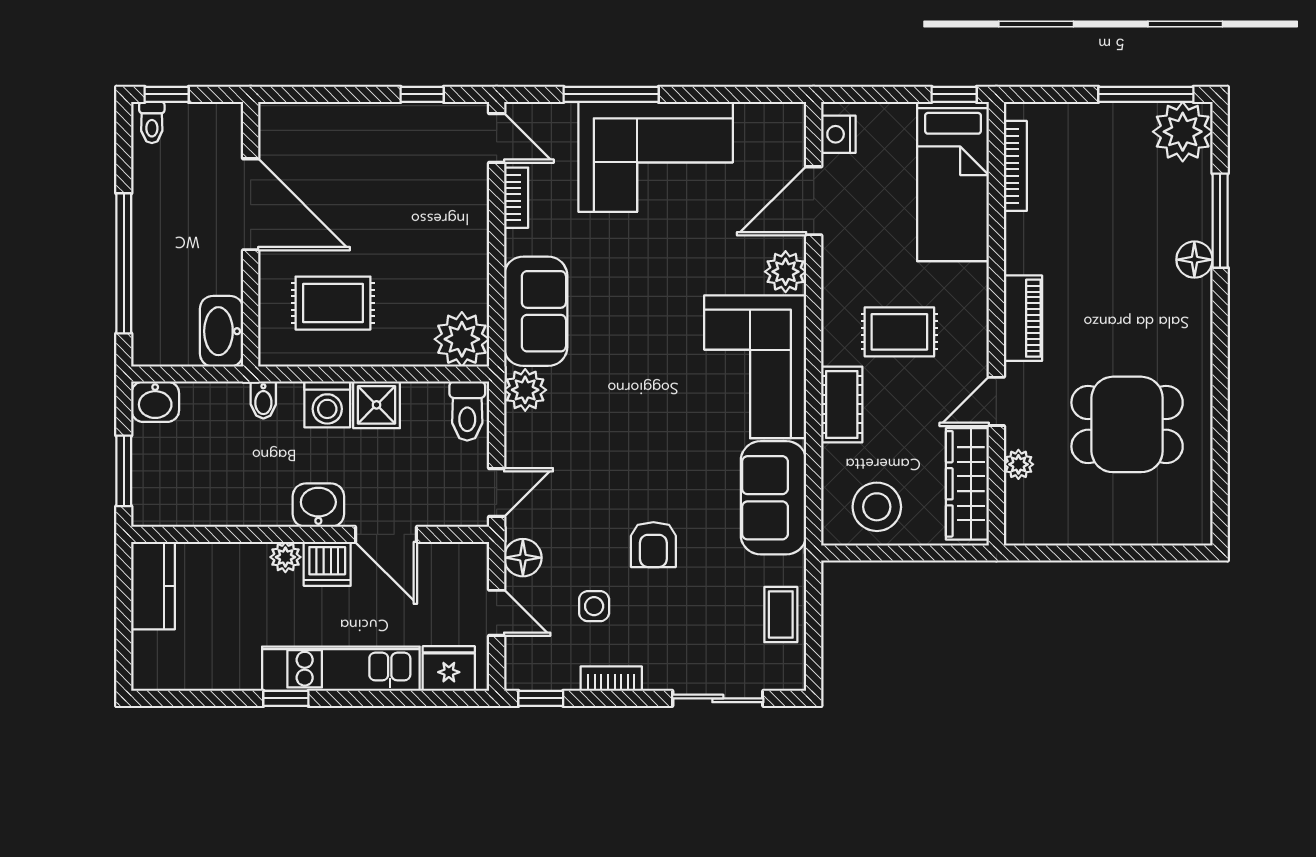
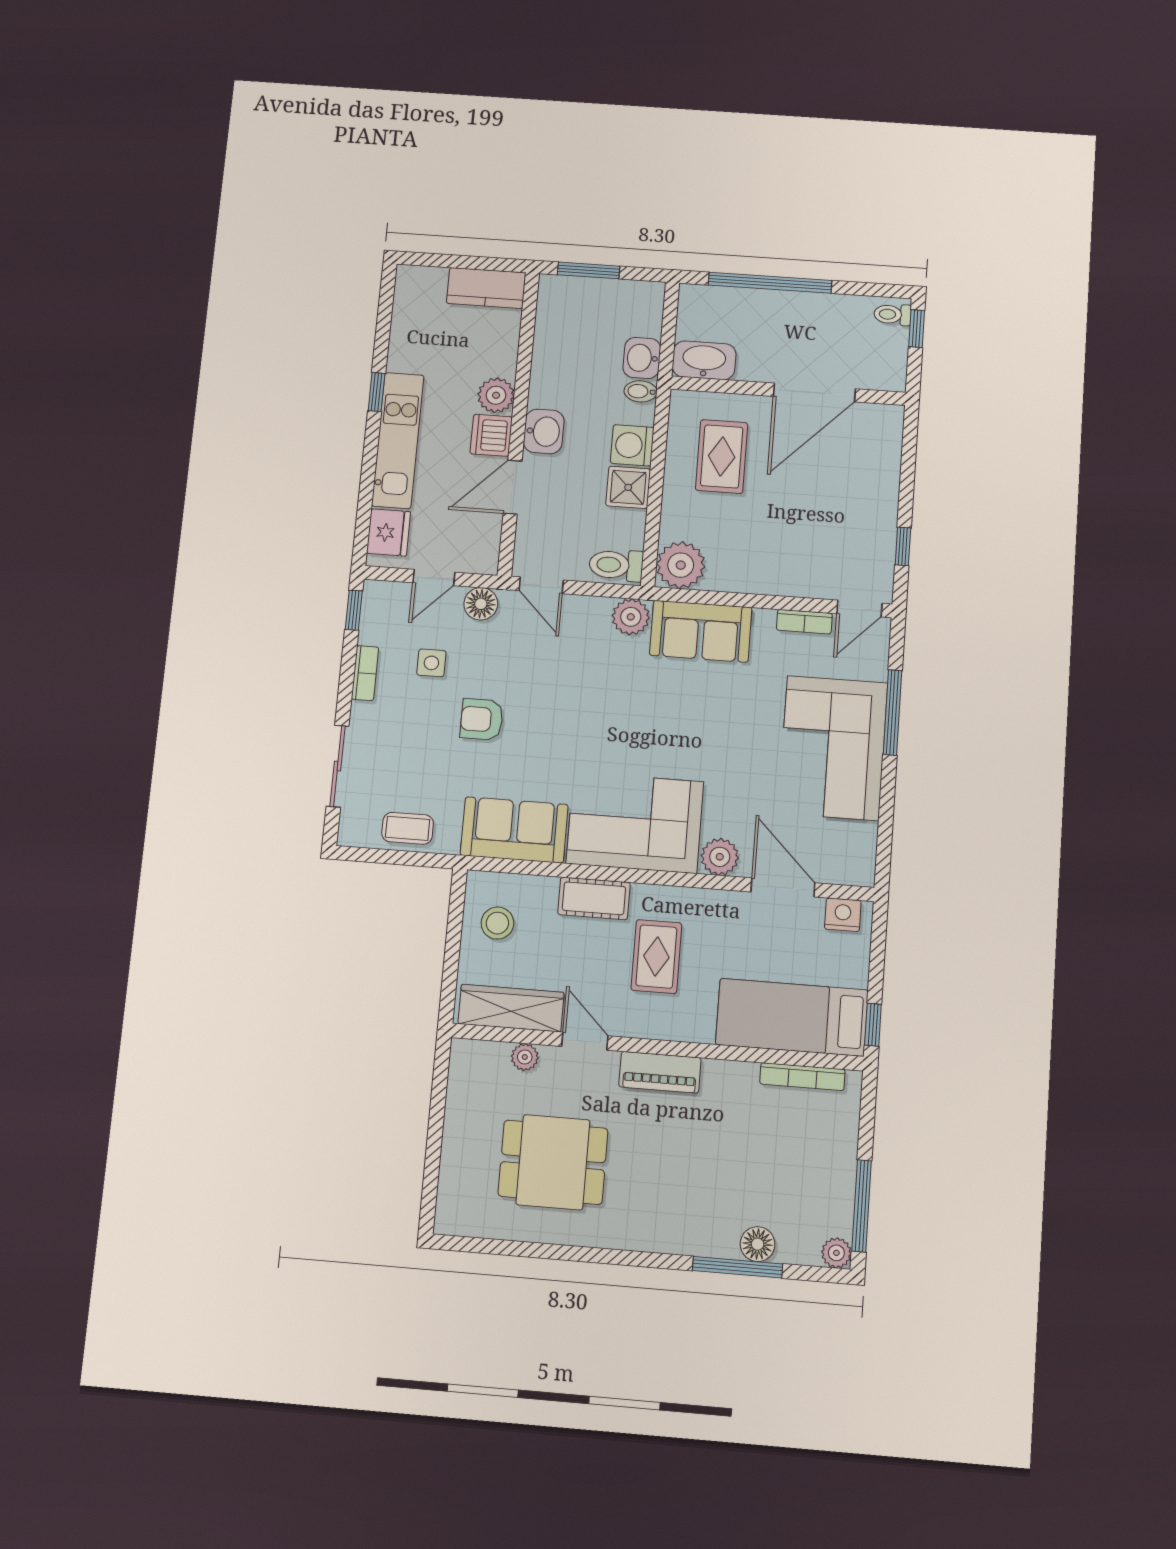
plant: (1183, 132) -> (836, 1253), width x0.53, depth x0.53
floor lamp: (1194, 260) -> (758, 1244), moved
washbasin: (155, 402) -> (642, 358), moved
dining table: (1127, 424) -> (553, 1162), turned 90
stool: (877, 507) -> (497, 923), width x0.73, depth x0.73
plant: (285, 557) -> (496, 395), width x1.38, depth x1.38

